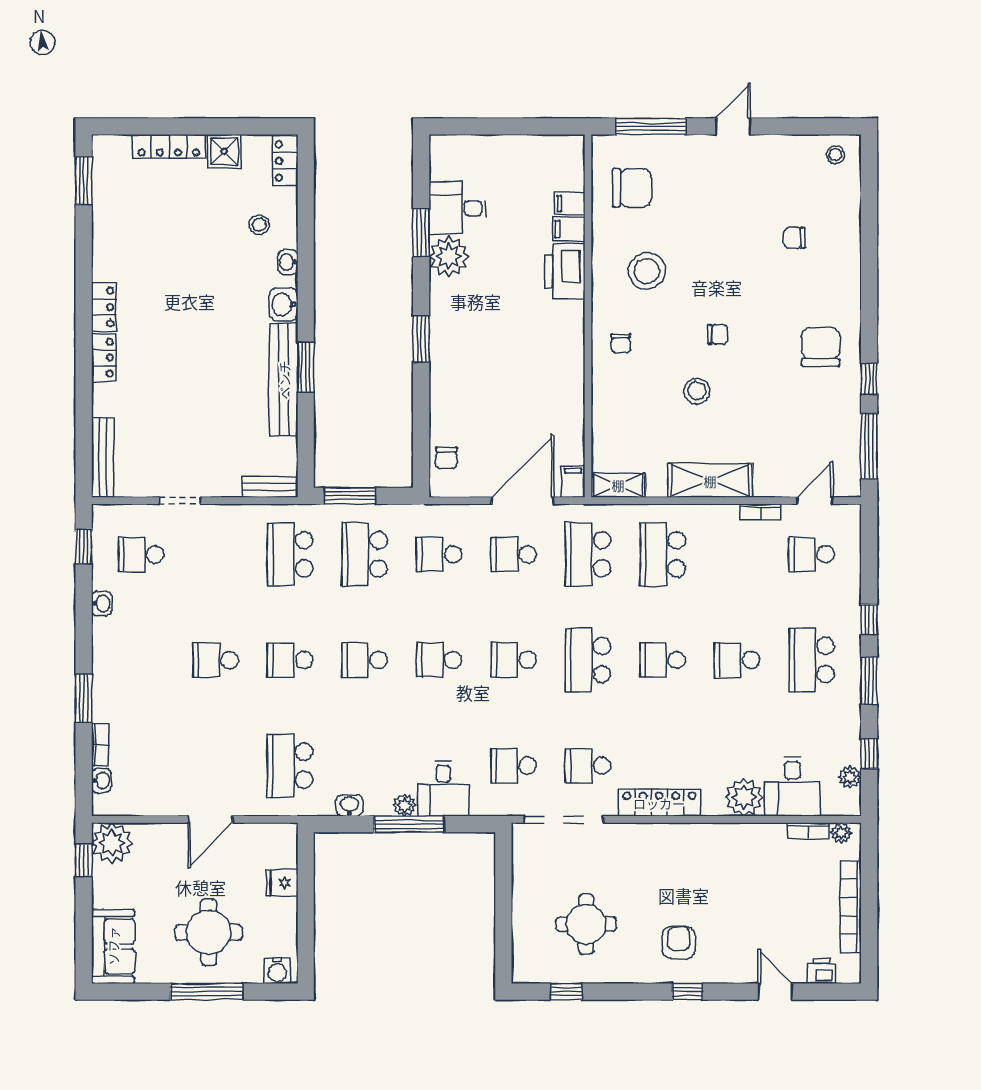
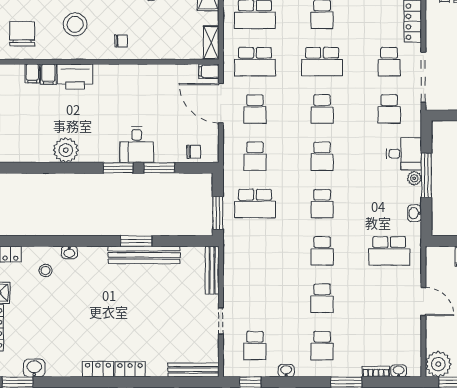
desk: (457, 208) -> (137, 145), moved
window: (421, 233) -> (159, 168), moved
washbasin: (284, 304) -> (34, 368), moved, turned 180
bench: (270, 487) -> (212, 270), width x1.36
school desk: (290, 554) -> (322, 346), moved, width x0.54

